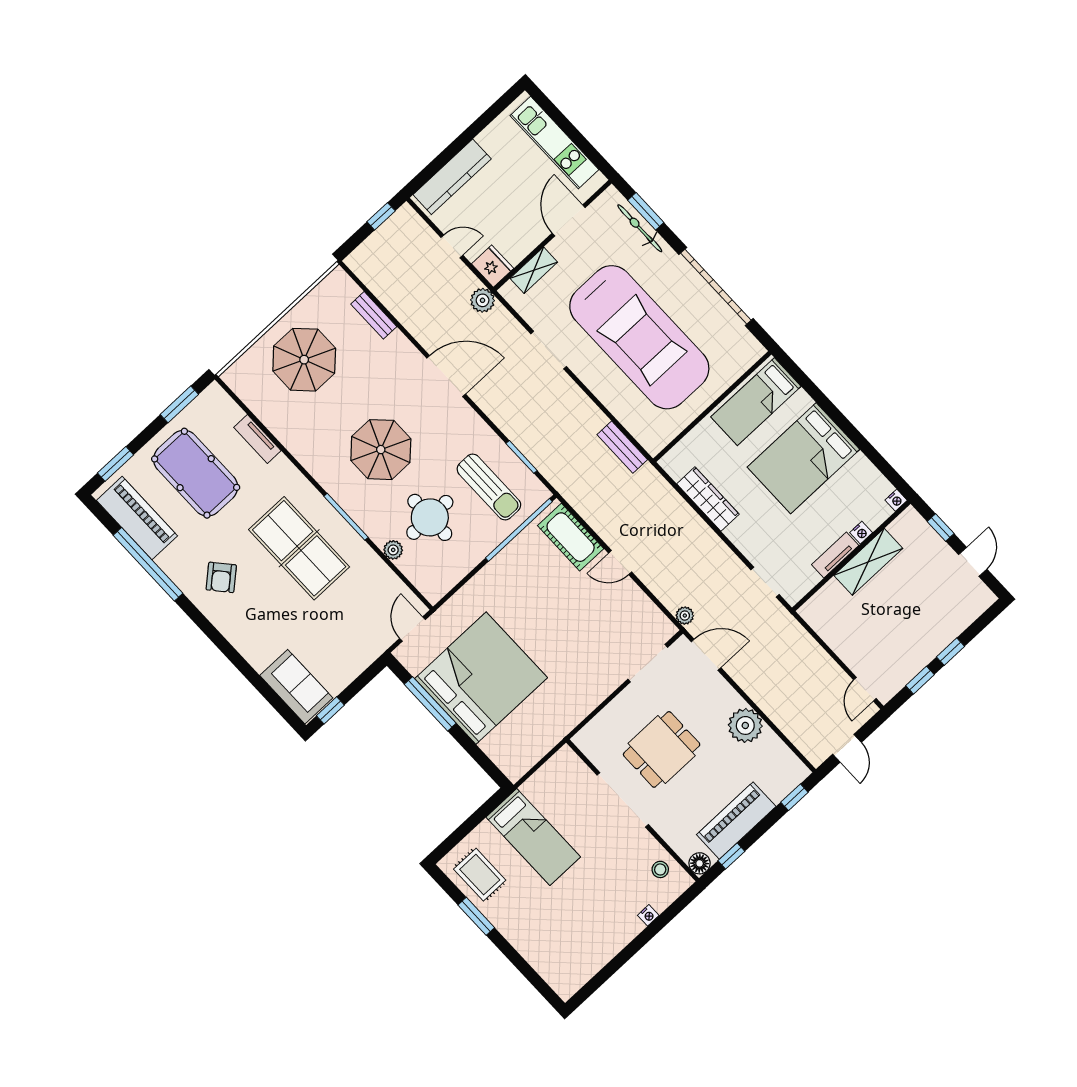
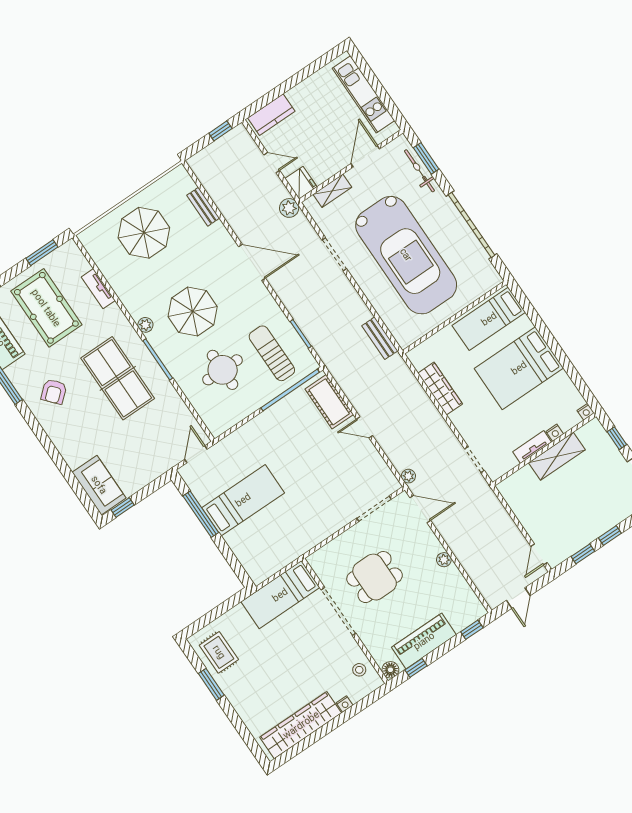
kitchen counter: (452, 177) -> (271, 115), width x0.67
sun lounger: (489, 487) -> (272, 353), turned 180
plant: (393, 550) -> (145, 325), moved
bed: (481, 678) -> (243, 500), width x0.49
plant: (745, 725) -> (444, 560), width x0.53, depth x0.53
bed: (533, 837) -> (280, 595), moved, turned 90
wardrobe: (597, 951) -> (301, 725), added

